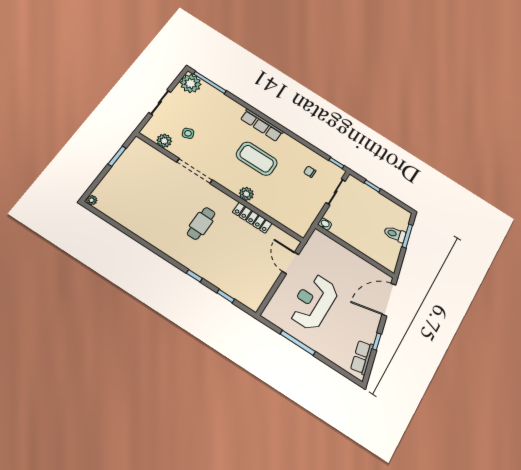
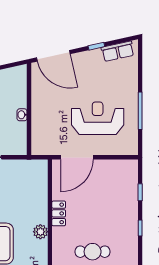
locker: (252, 218) -> (59, 213), width x0.66
washbasin: (325, 224) -> (22, 115), moved
door: (290, 263) -> (77, 157), width x1.36
reception desk: (313, 302) -> (98, 118), turned 180

